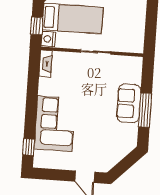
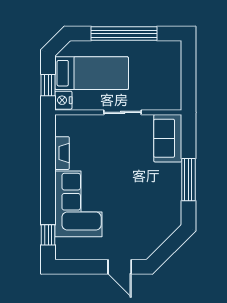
fireplace: (46, 64) -> (62, 153), moved
sofa: (129, 103) -> (168, 138), moved

